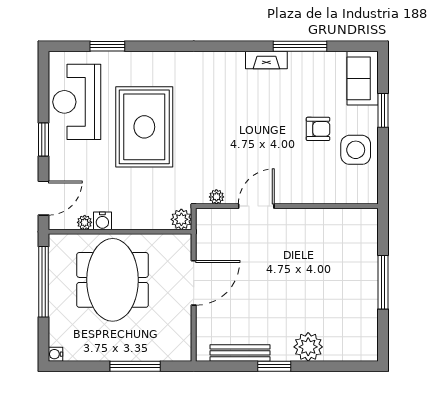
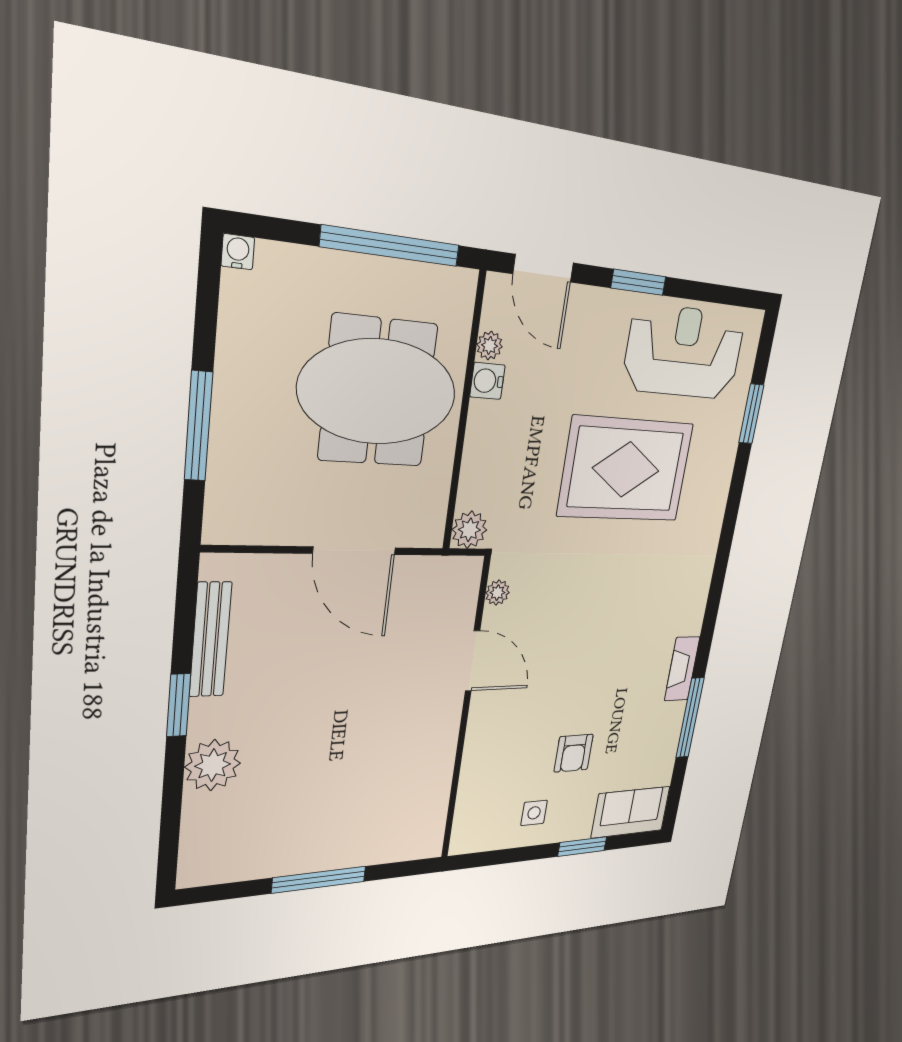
side table: (356, 150) -> (534, 813), width x0.54, depth x0.54

